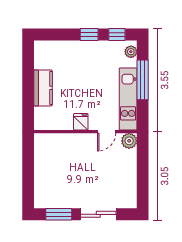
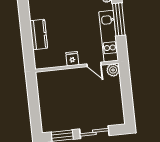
door: (107, 132) -> (94, 64), hinge flipped

